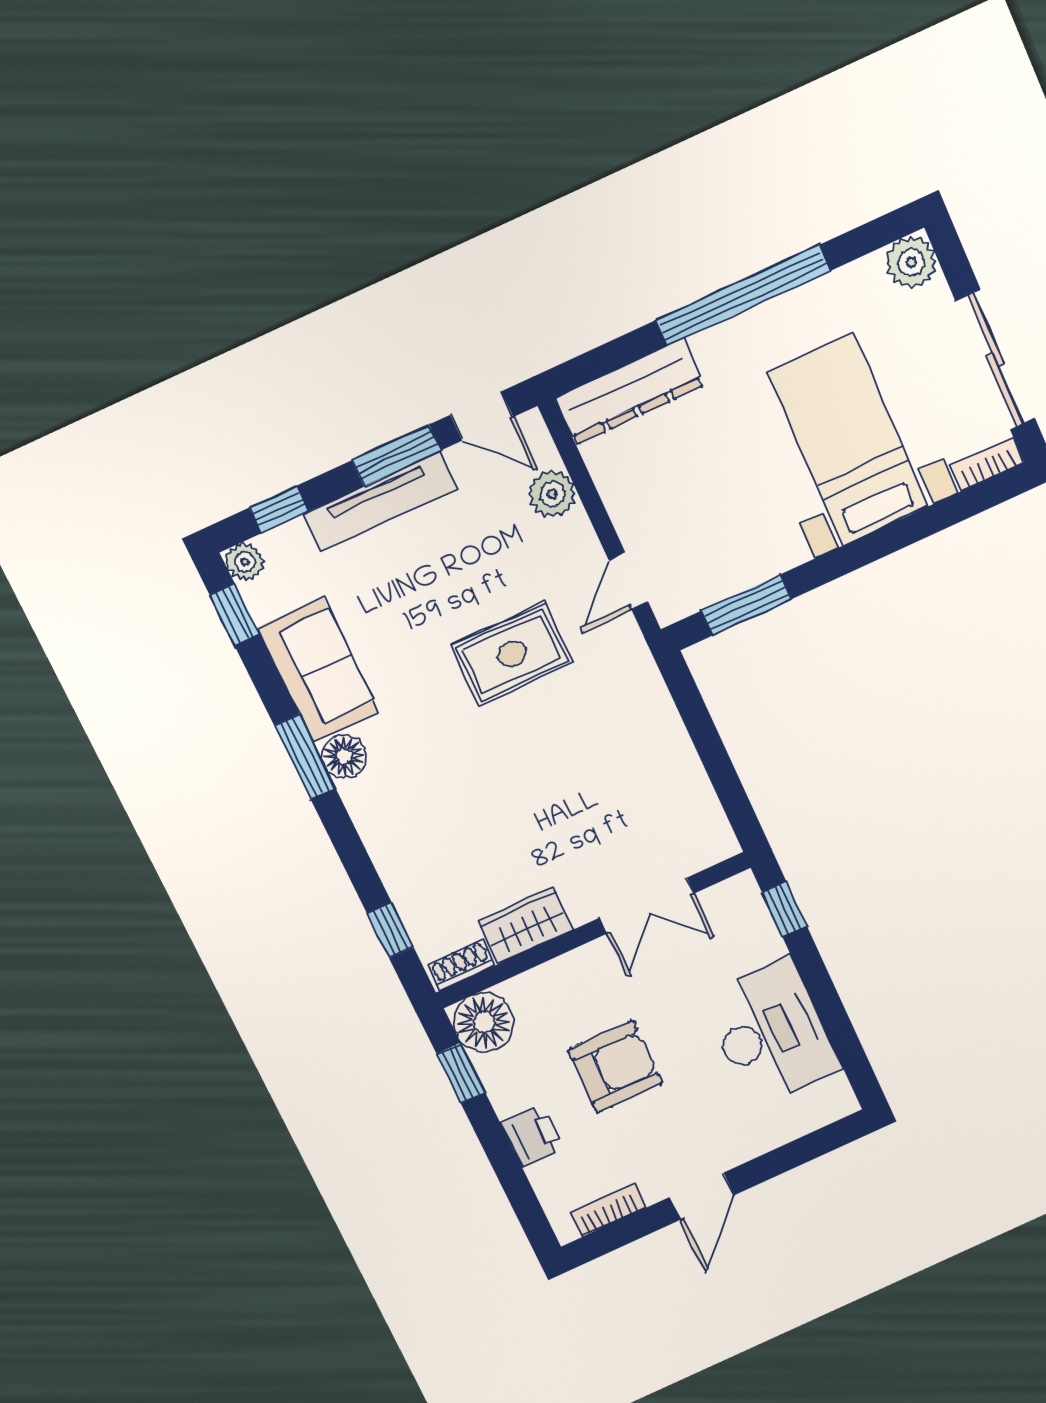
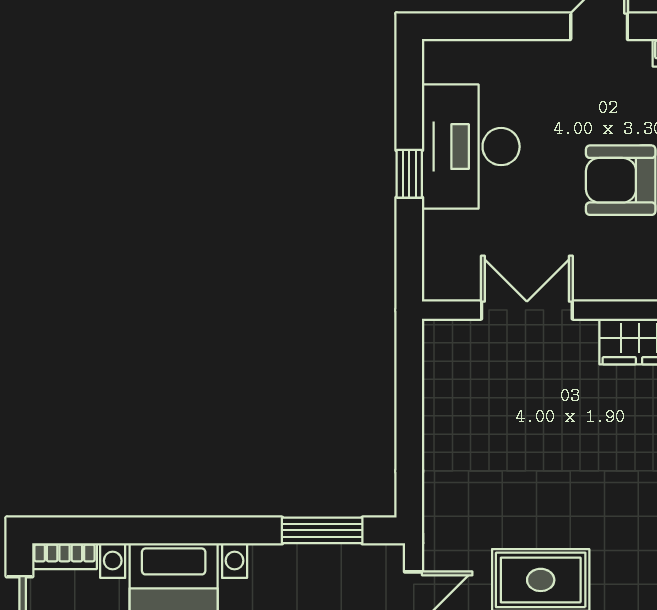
window: (784, 909) -> (409, 174), moved

